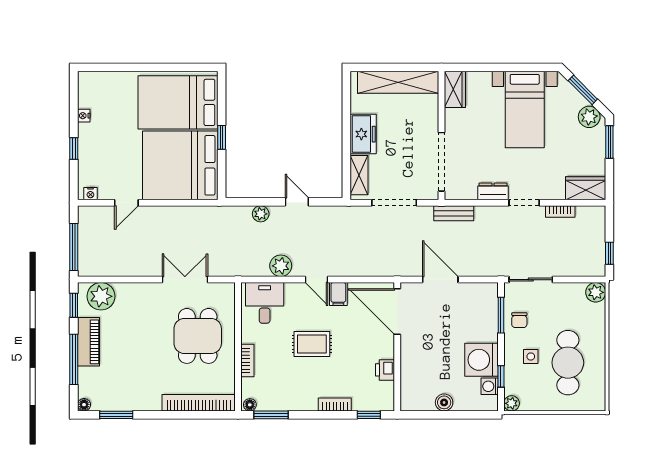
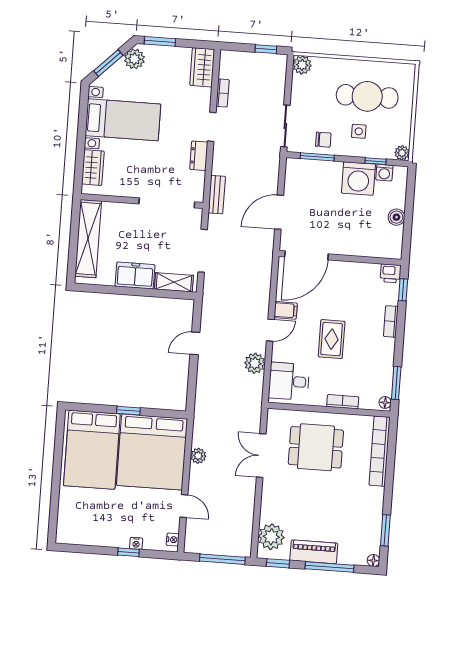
wardrobe: (455, 89) -> (93, 168), moved, turned 90
nightstand: (84, 116) -> (136, 543), moved
plant: (261, 214) -> (198, 456), moved
printer: (385, 370) -> (391, 273), moved

